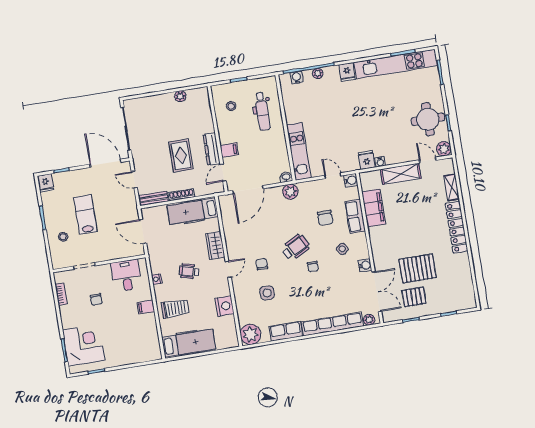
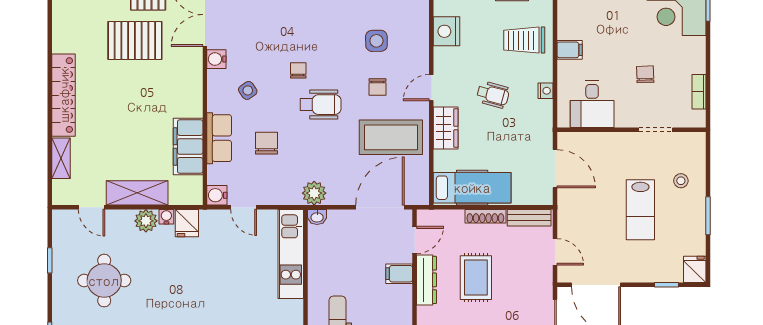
round table: (428, 119) -> (104, 281), moved
plant: (444, 149) -> (146, 221), moved
coffee table: (248, 234) -> (391, 137), added
wheelchair: (295, 247) -> (321, 105), turned -152

